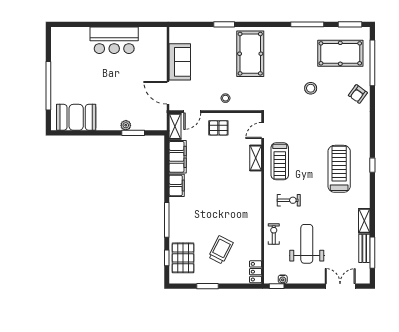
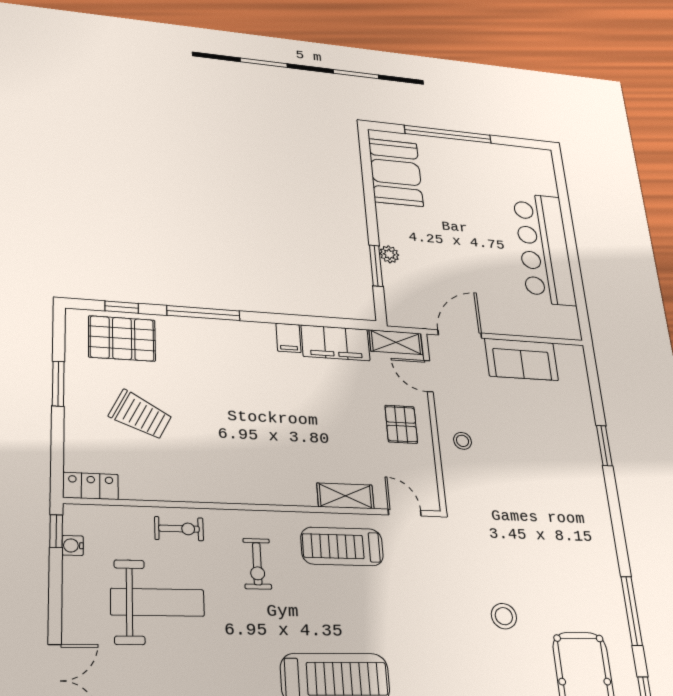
bar counter: (114, 40) -> (544, 249), width x1.36
pool table: (250, 54) -> (556, 493), removed
filing cabinet: (177, 185) -> (288, 338), width x0.50

